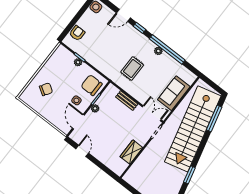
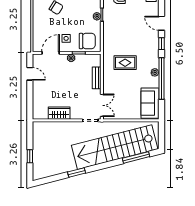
chair: (92, 85) -> (87, 41), turned 90
sofa: (174, 93) -> (150, 103), moved, turned -90
door: (82, 151) -> (30, 74), hinge flipped

